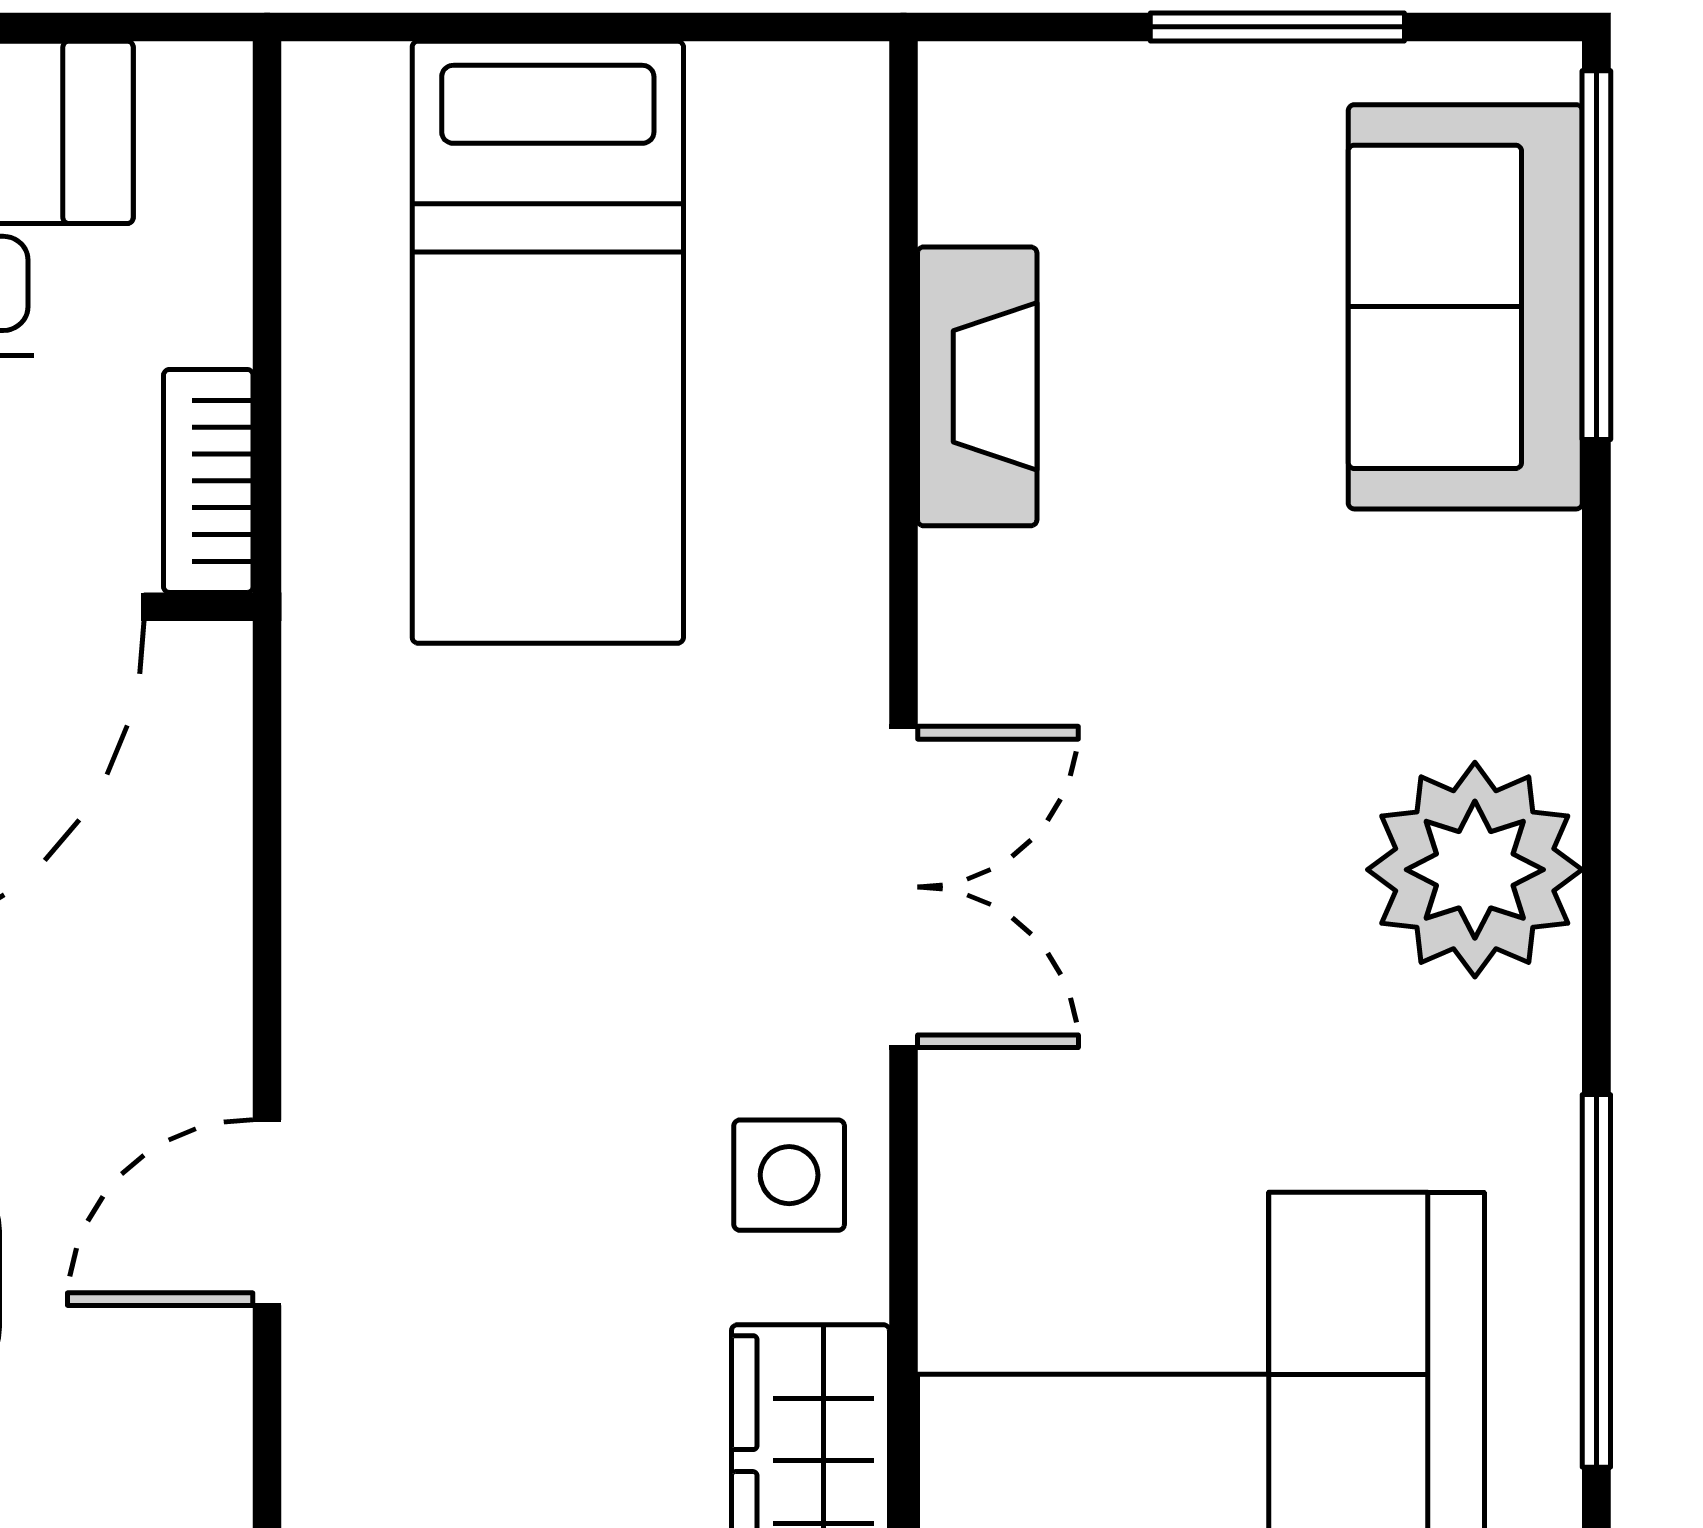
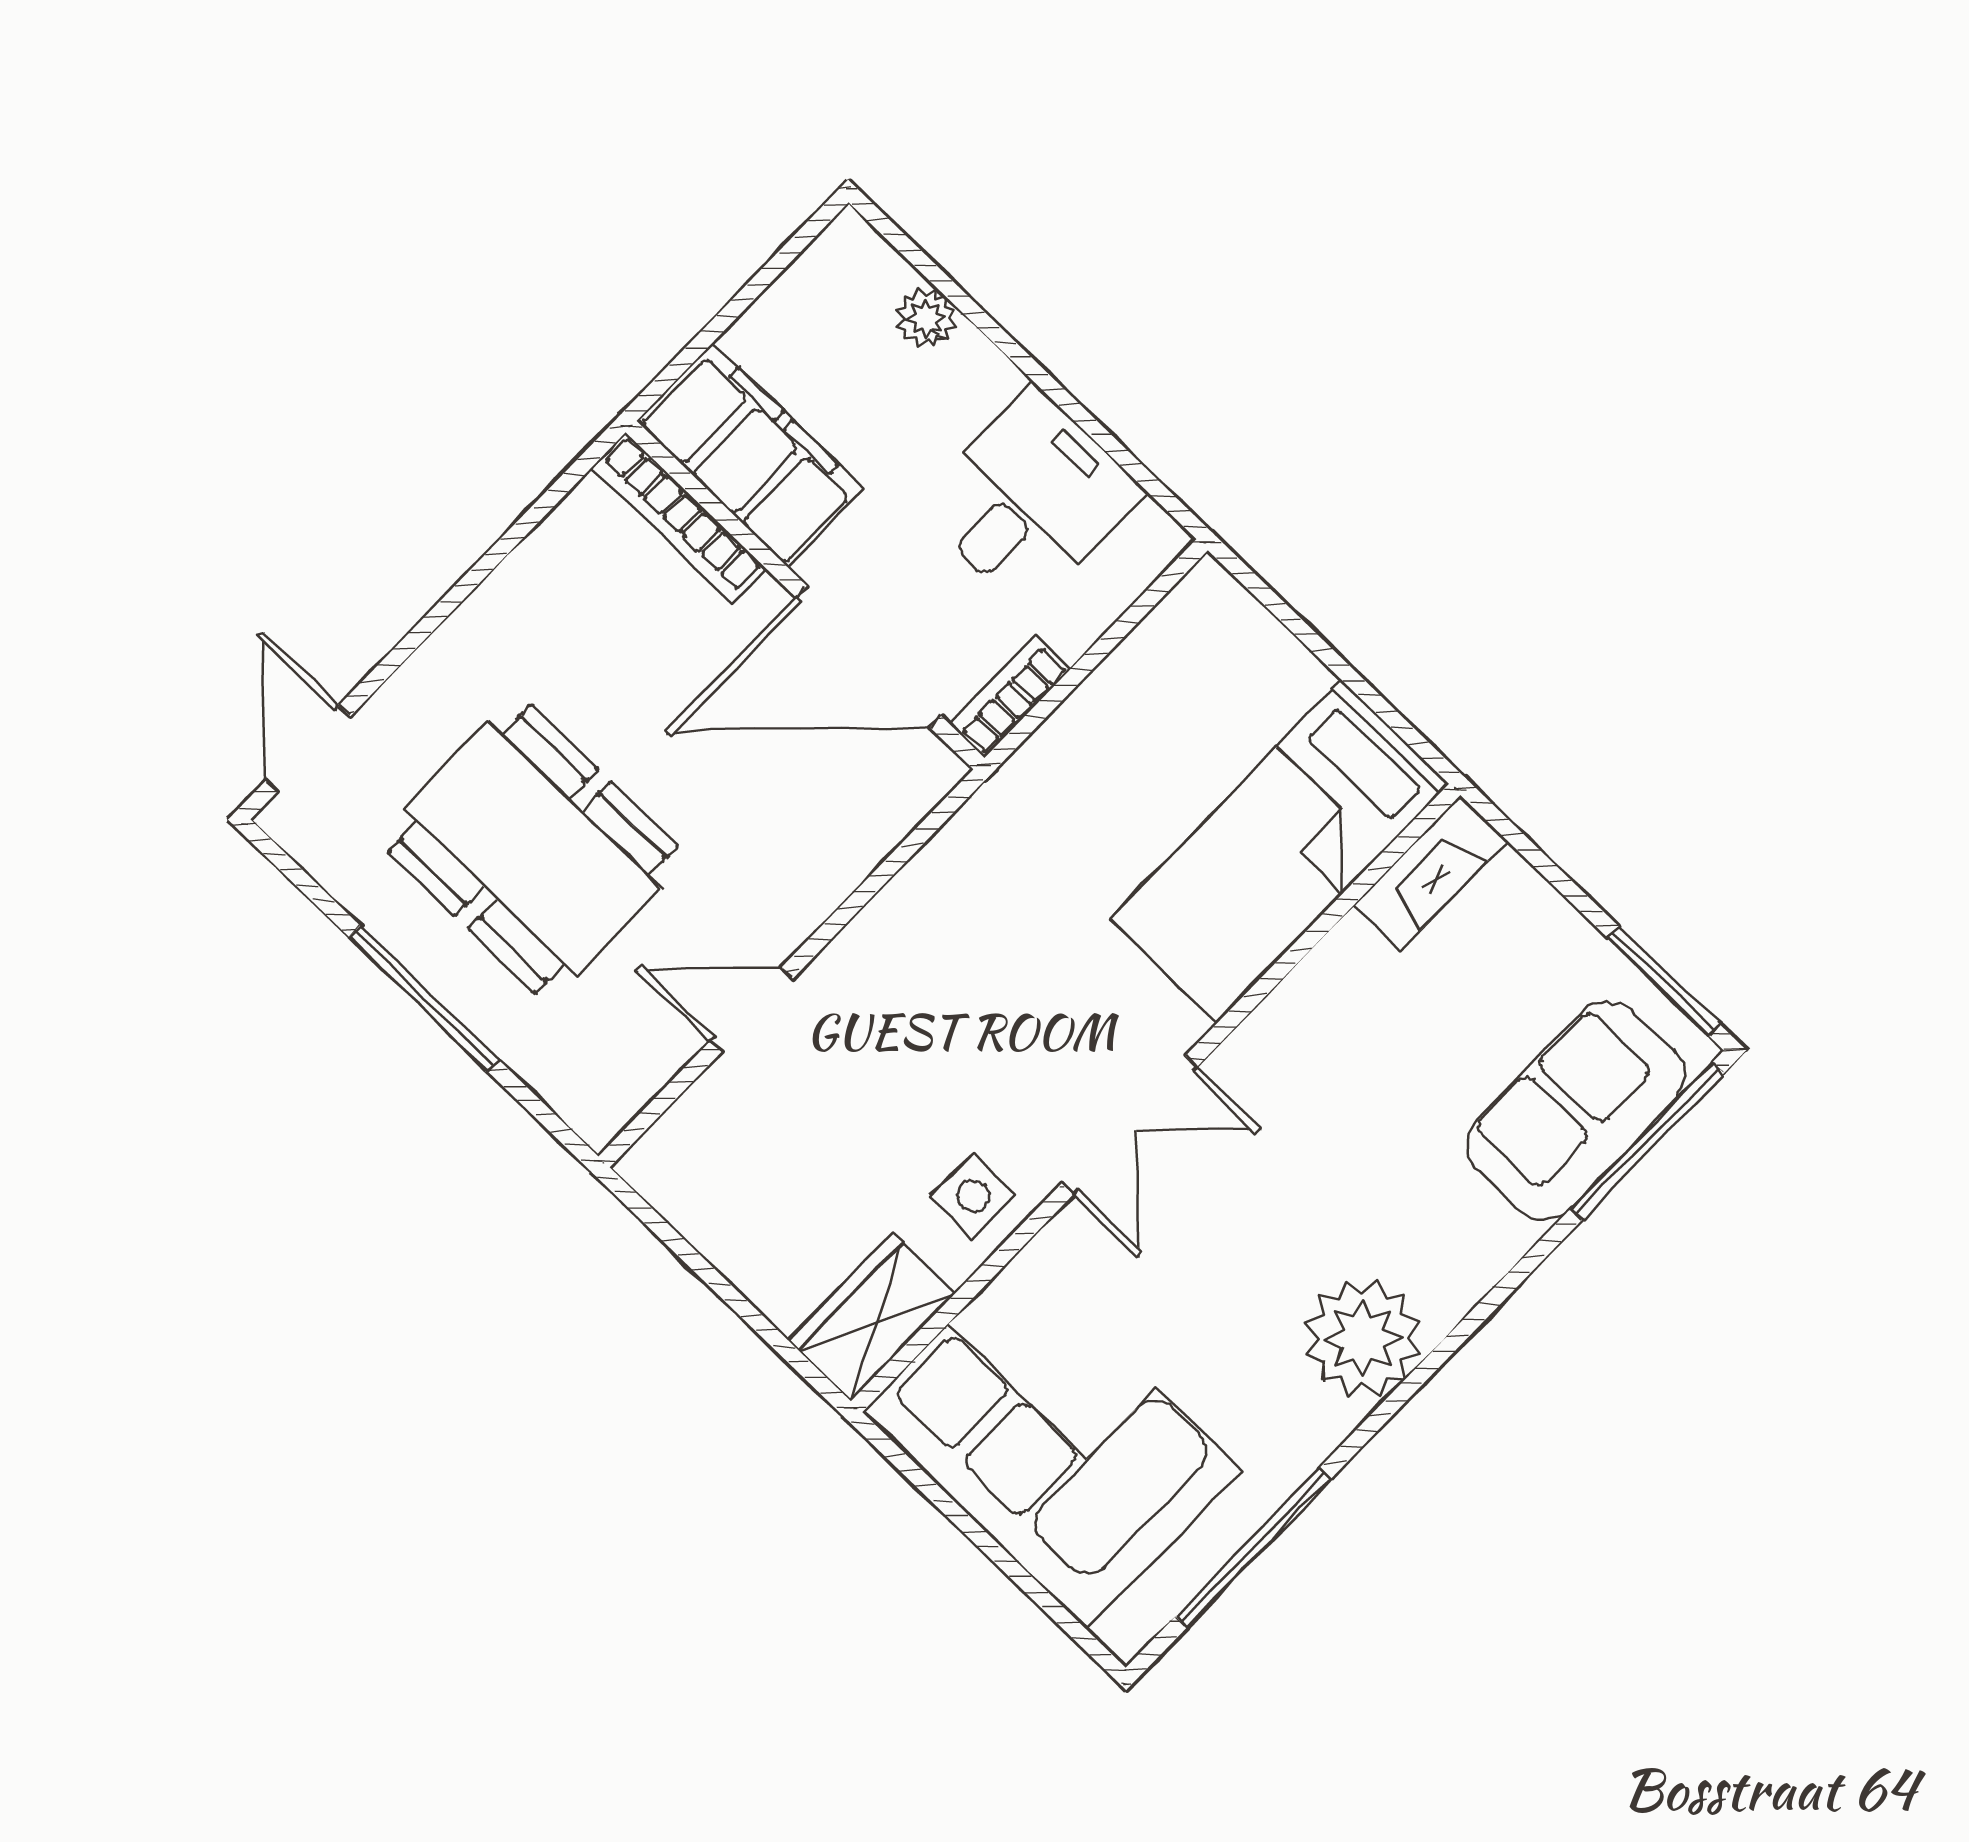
window: (1277, 27) -> (1664, 981), moved
bed: (548, 342) -> (1280, 851), moved
fireplace: (977, 386) -> (1430, 873), moved

